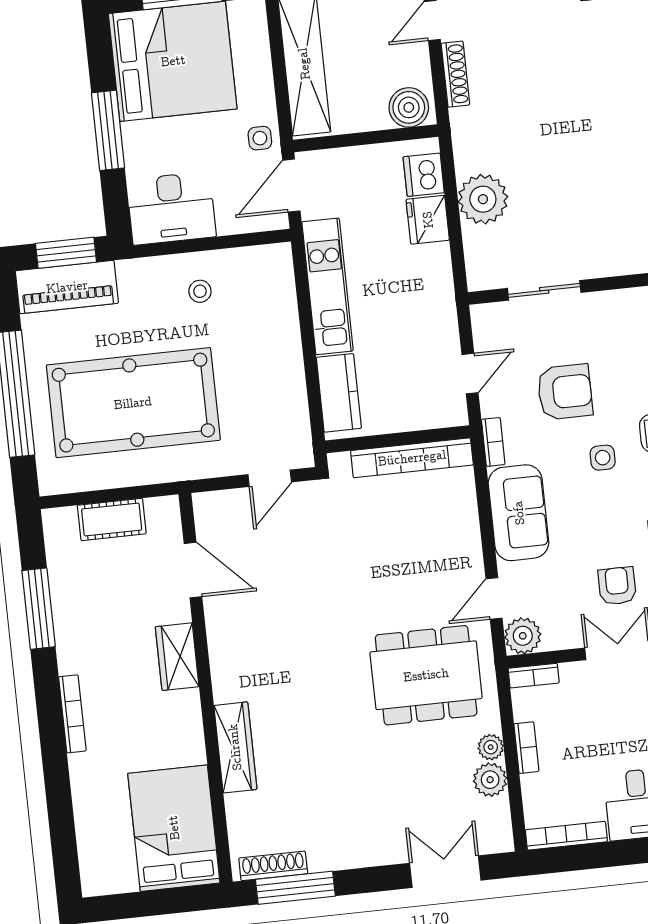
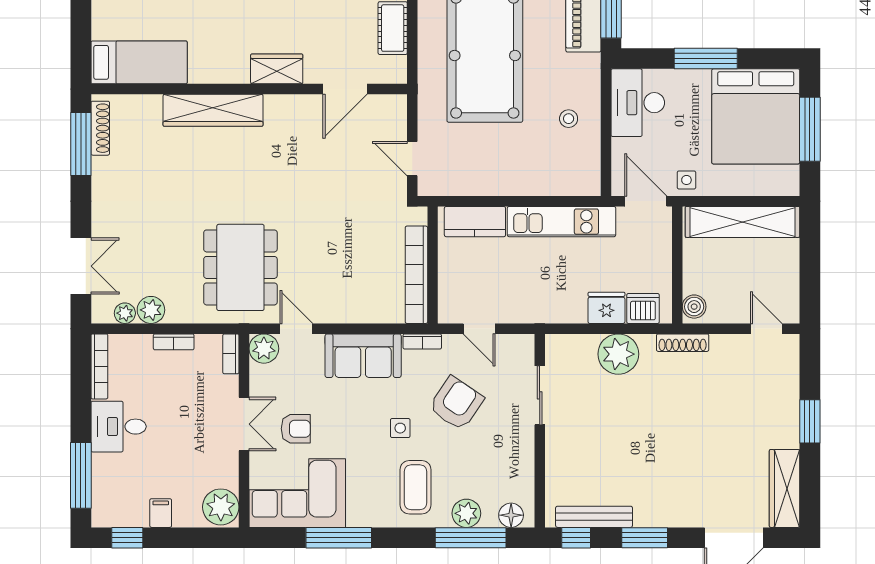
shoe rack: (455, 74) -> (683, 343), moved
boiler: (409, 107) -> (694, 307), width x0.73, depth x0.73
armchair: (565, 392) -> (456, 403), turned -146
wardrobe: (235, 747) -> (213, 110), width x1.40, depth x1.17
plant: (491, 747) -> (125, 313), moved
bed: (174, 828) -> (139, 62), width x0.67

